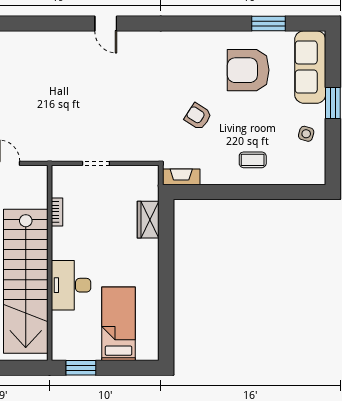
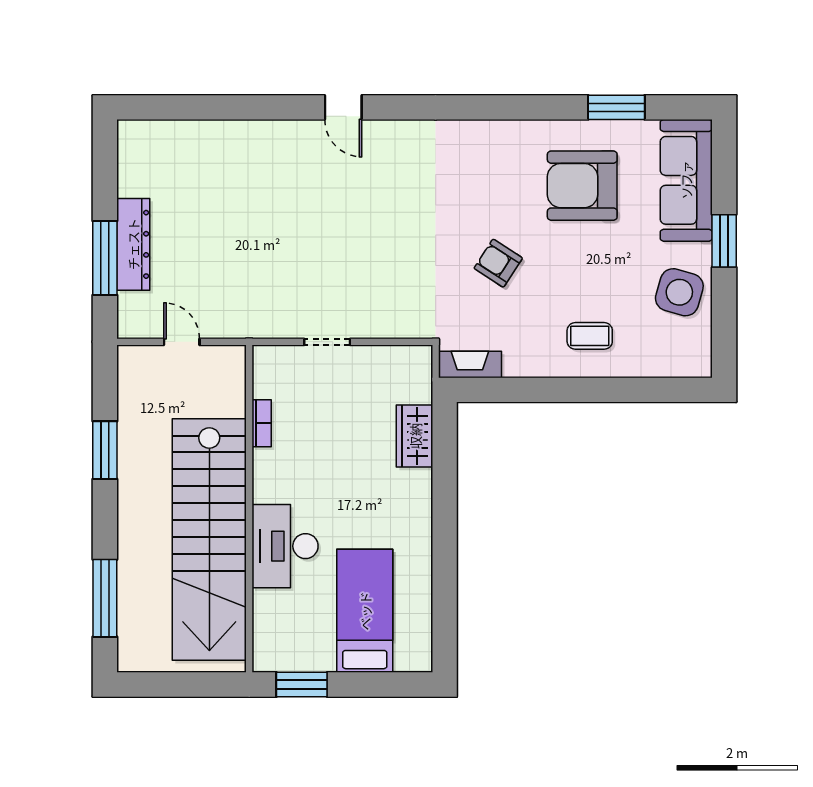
side table: (306, 134) -> (679, 292), width x1.87, depth x1.87

